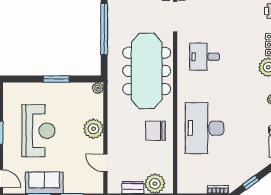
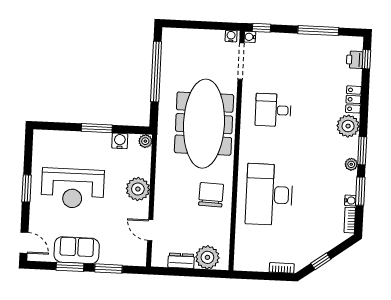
water cooler: (76, 89) -> (120, 141), added
reception desk: (38, 131) -> (73, 188), turned 90
chair: (155, 131) -> (211, 195), turned 92

